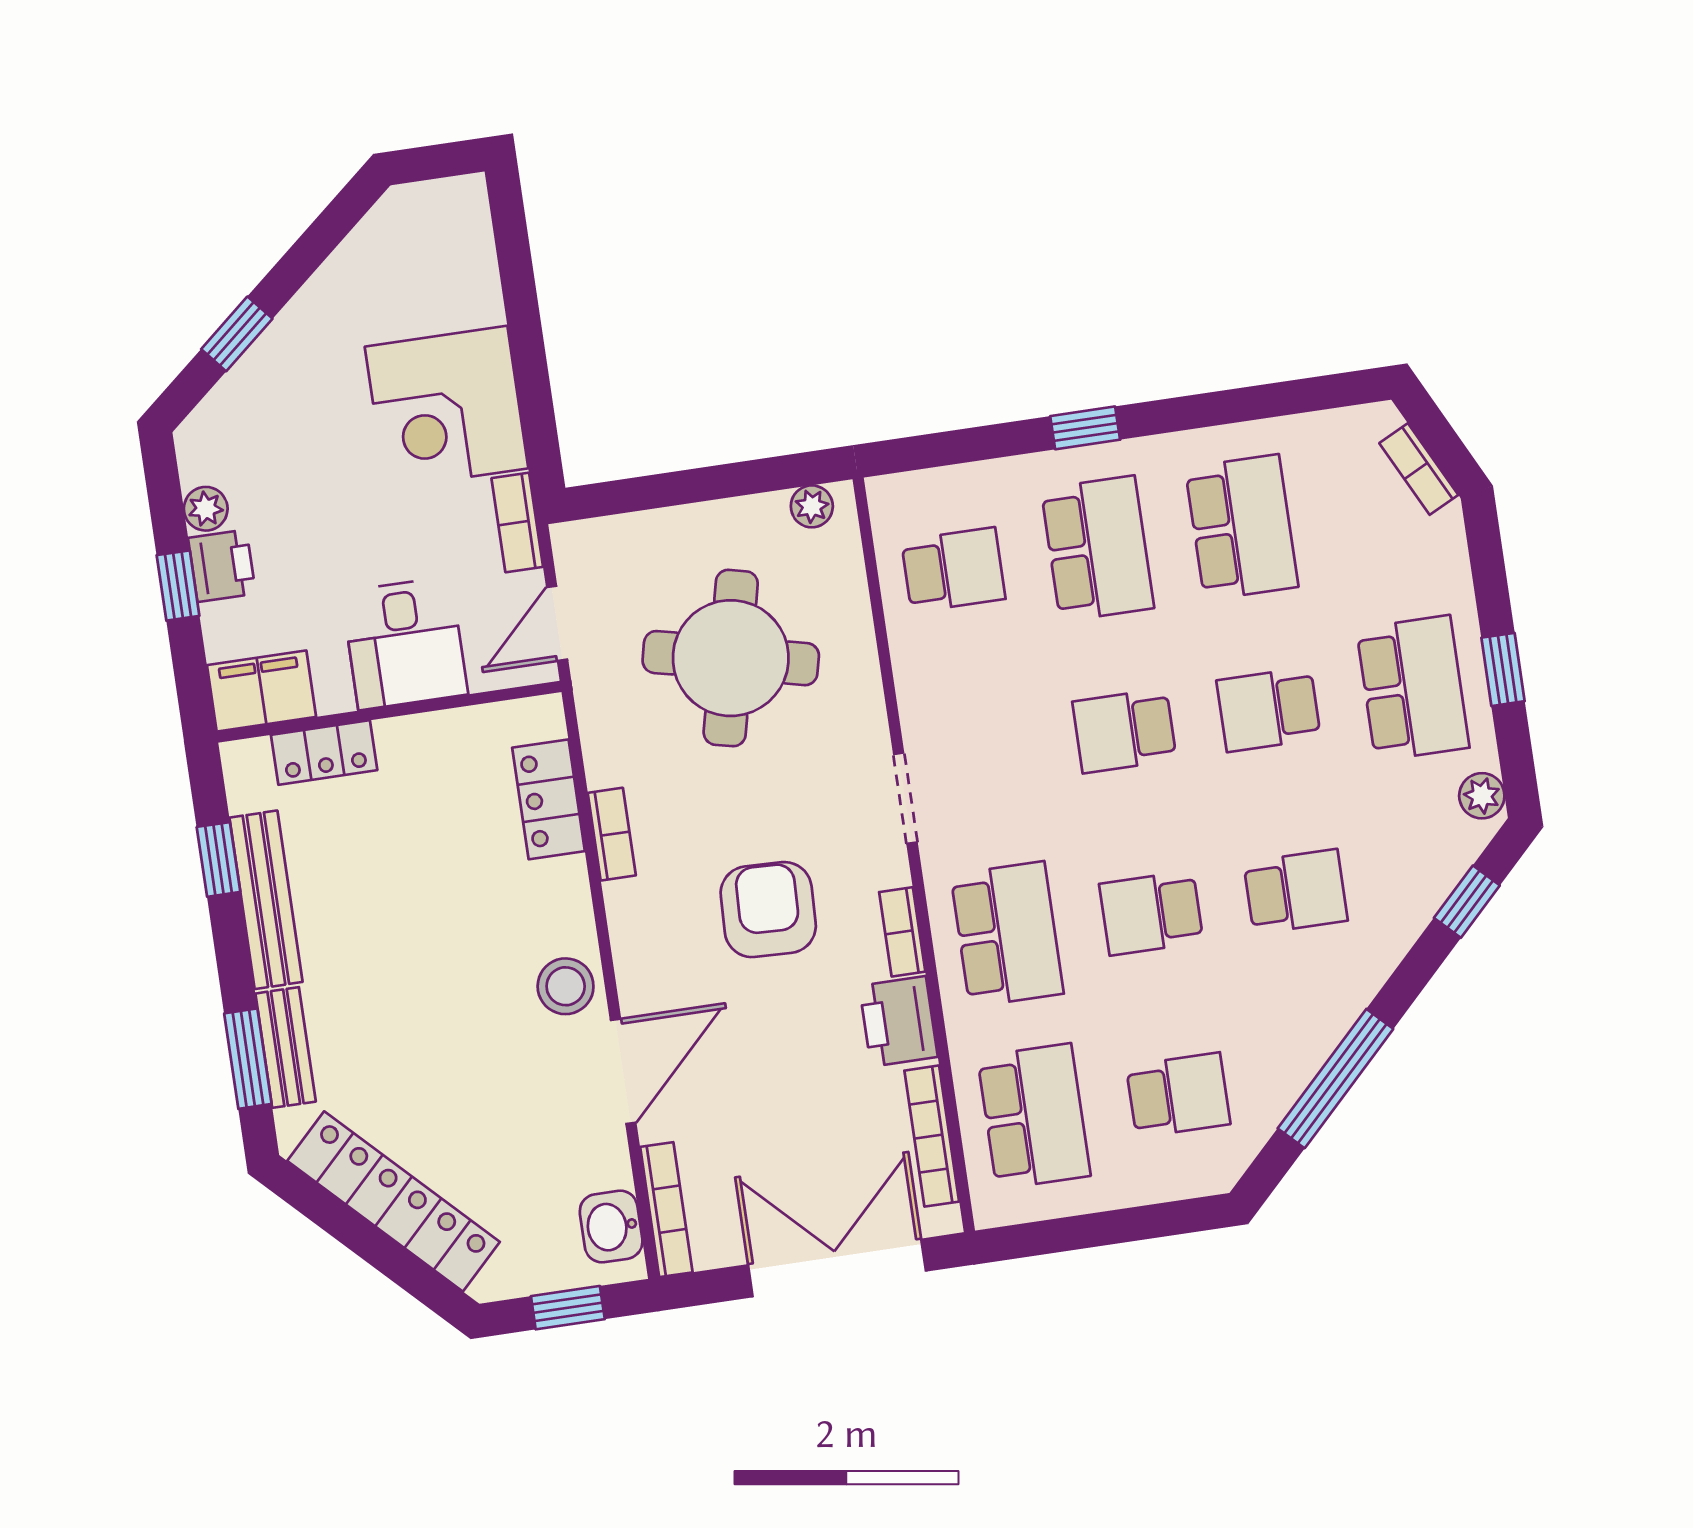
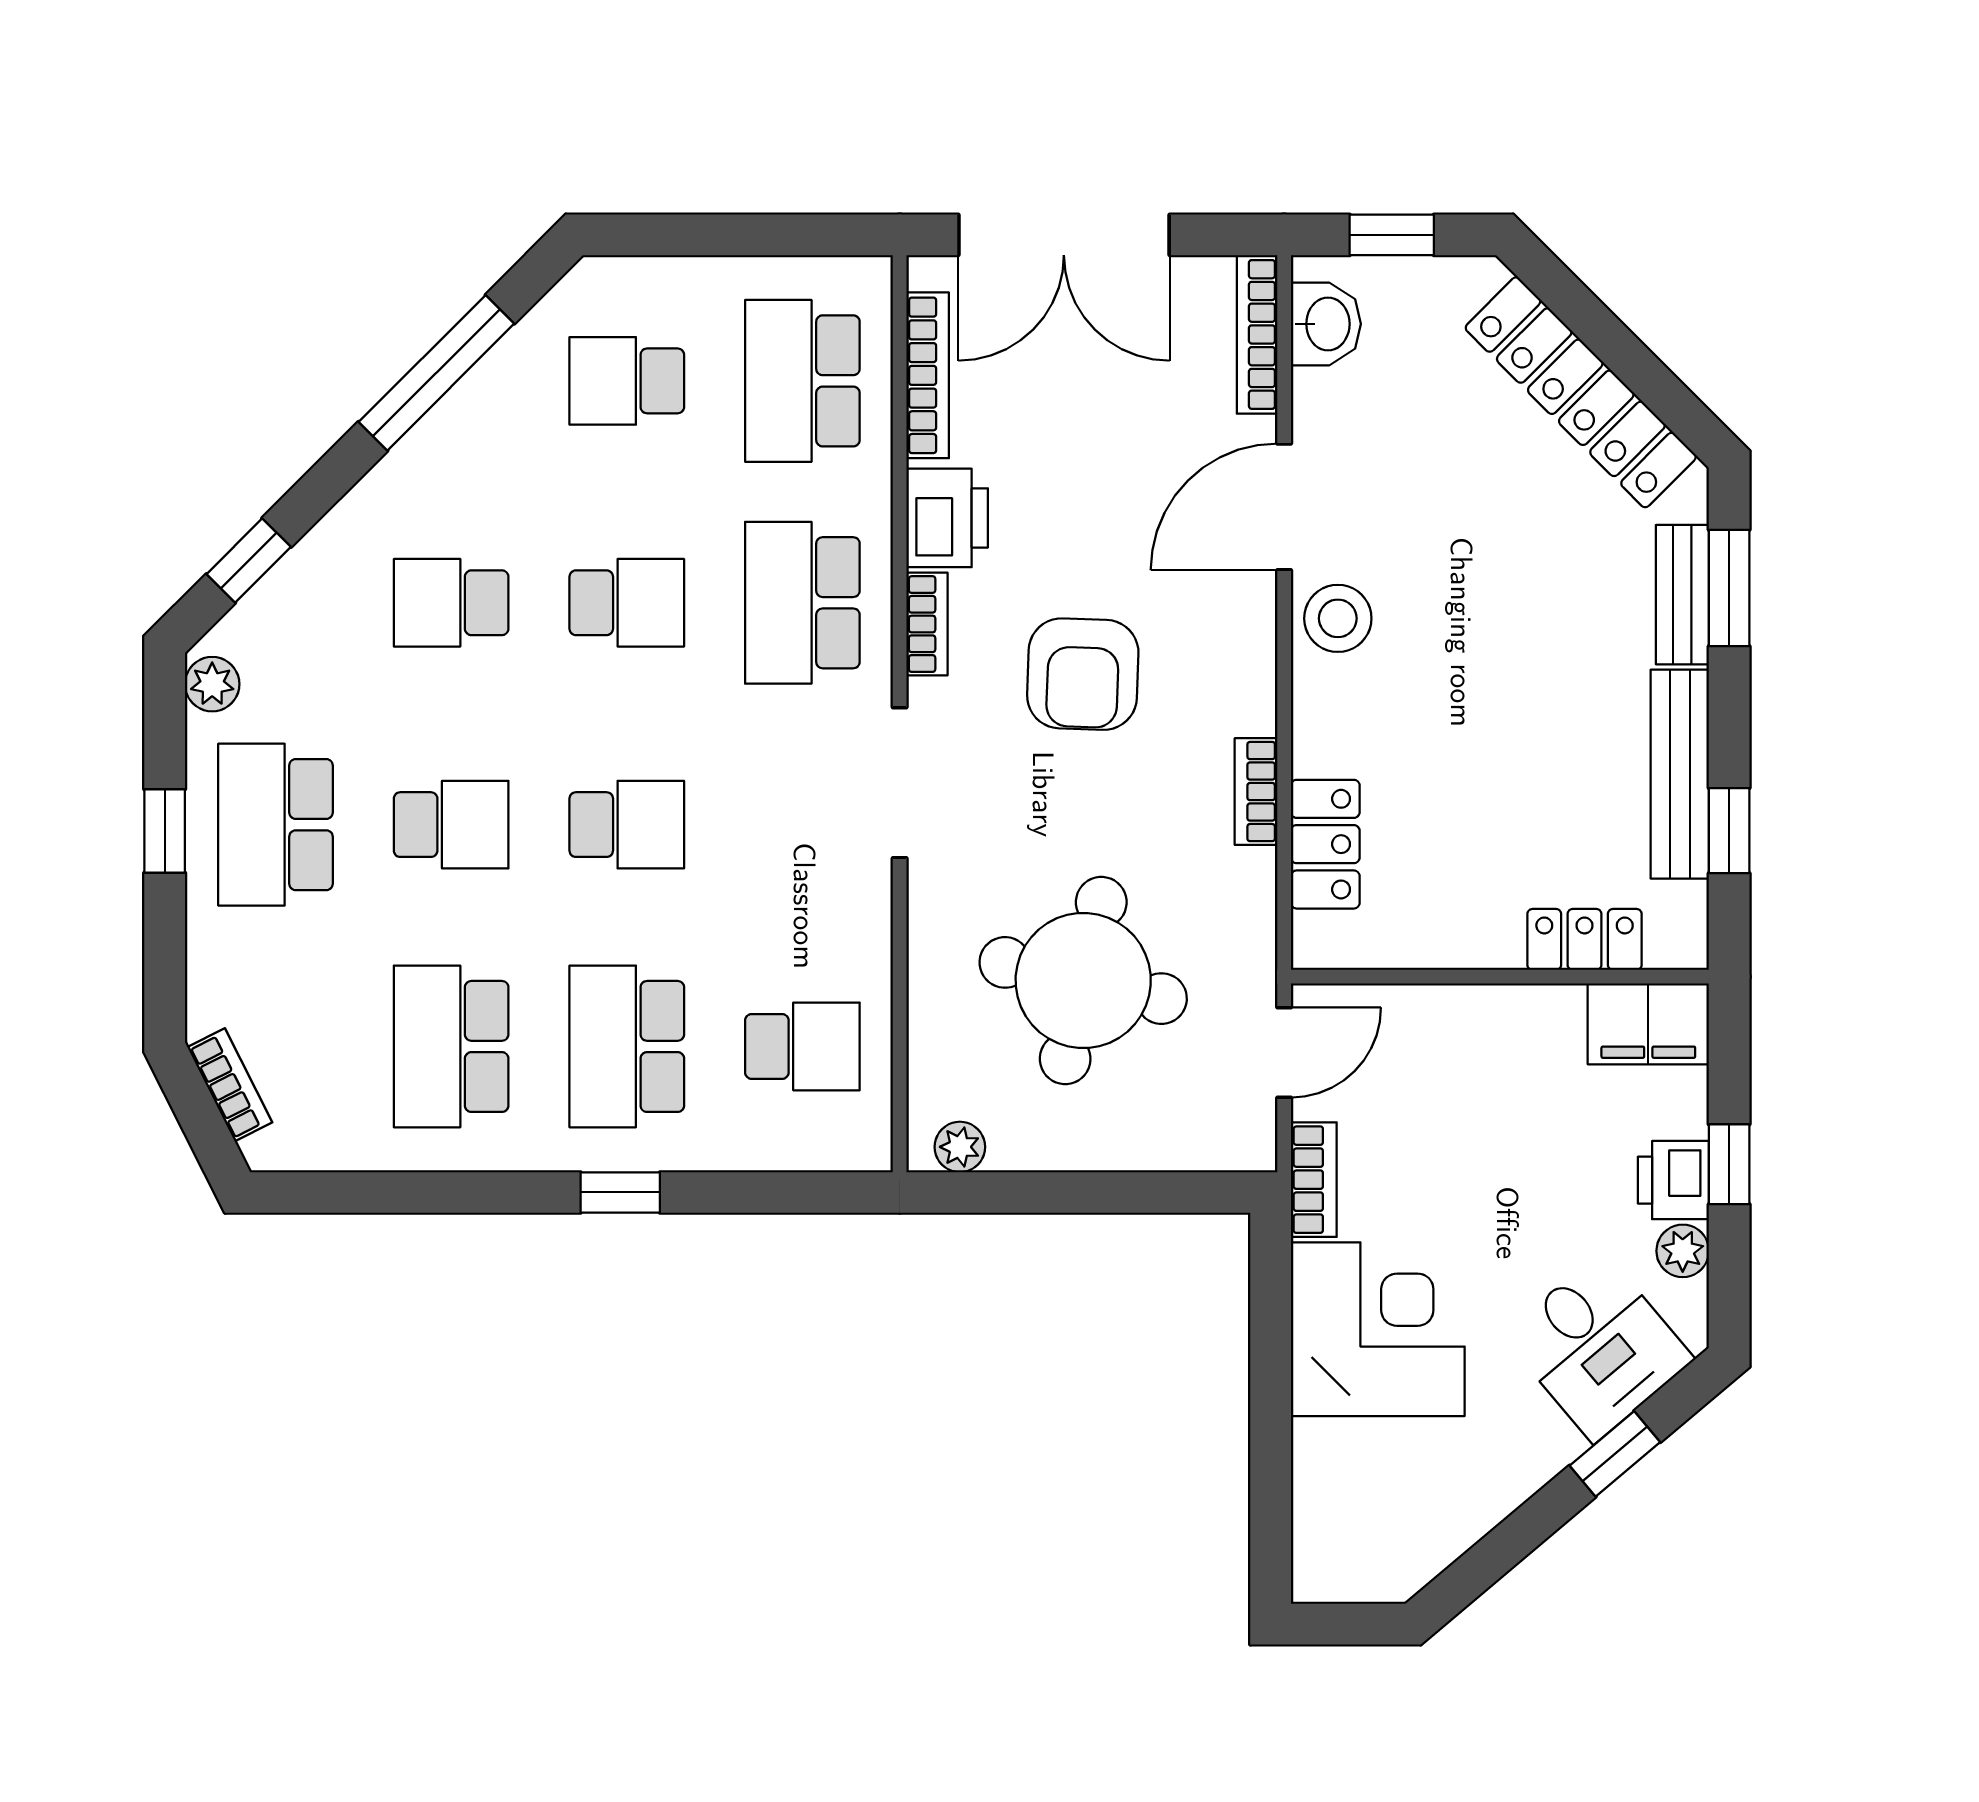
school desk: (953, 570) -> (802, 1046), turned 180
desk: (405, 643) -> (1598, 1347), moved, turned 140
doorway: (905, 798) -> (900, 783), width x1.38

